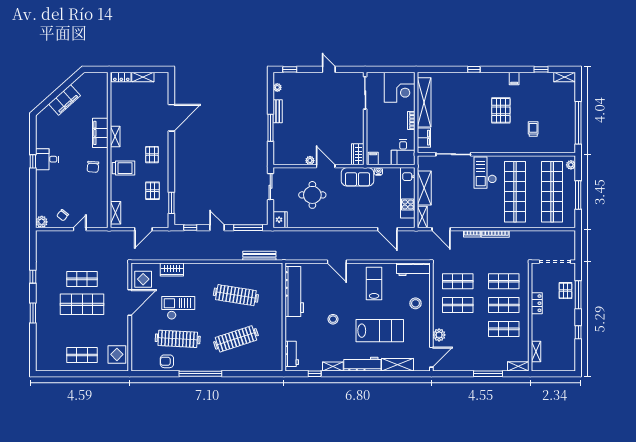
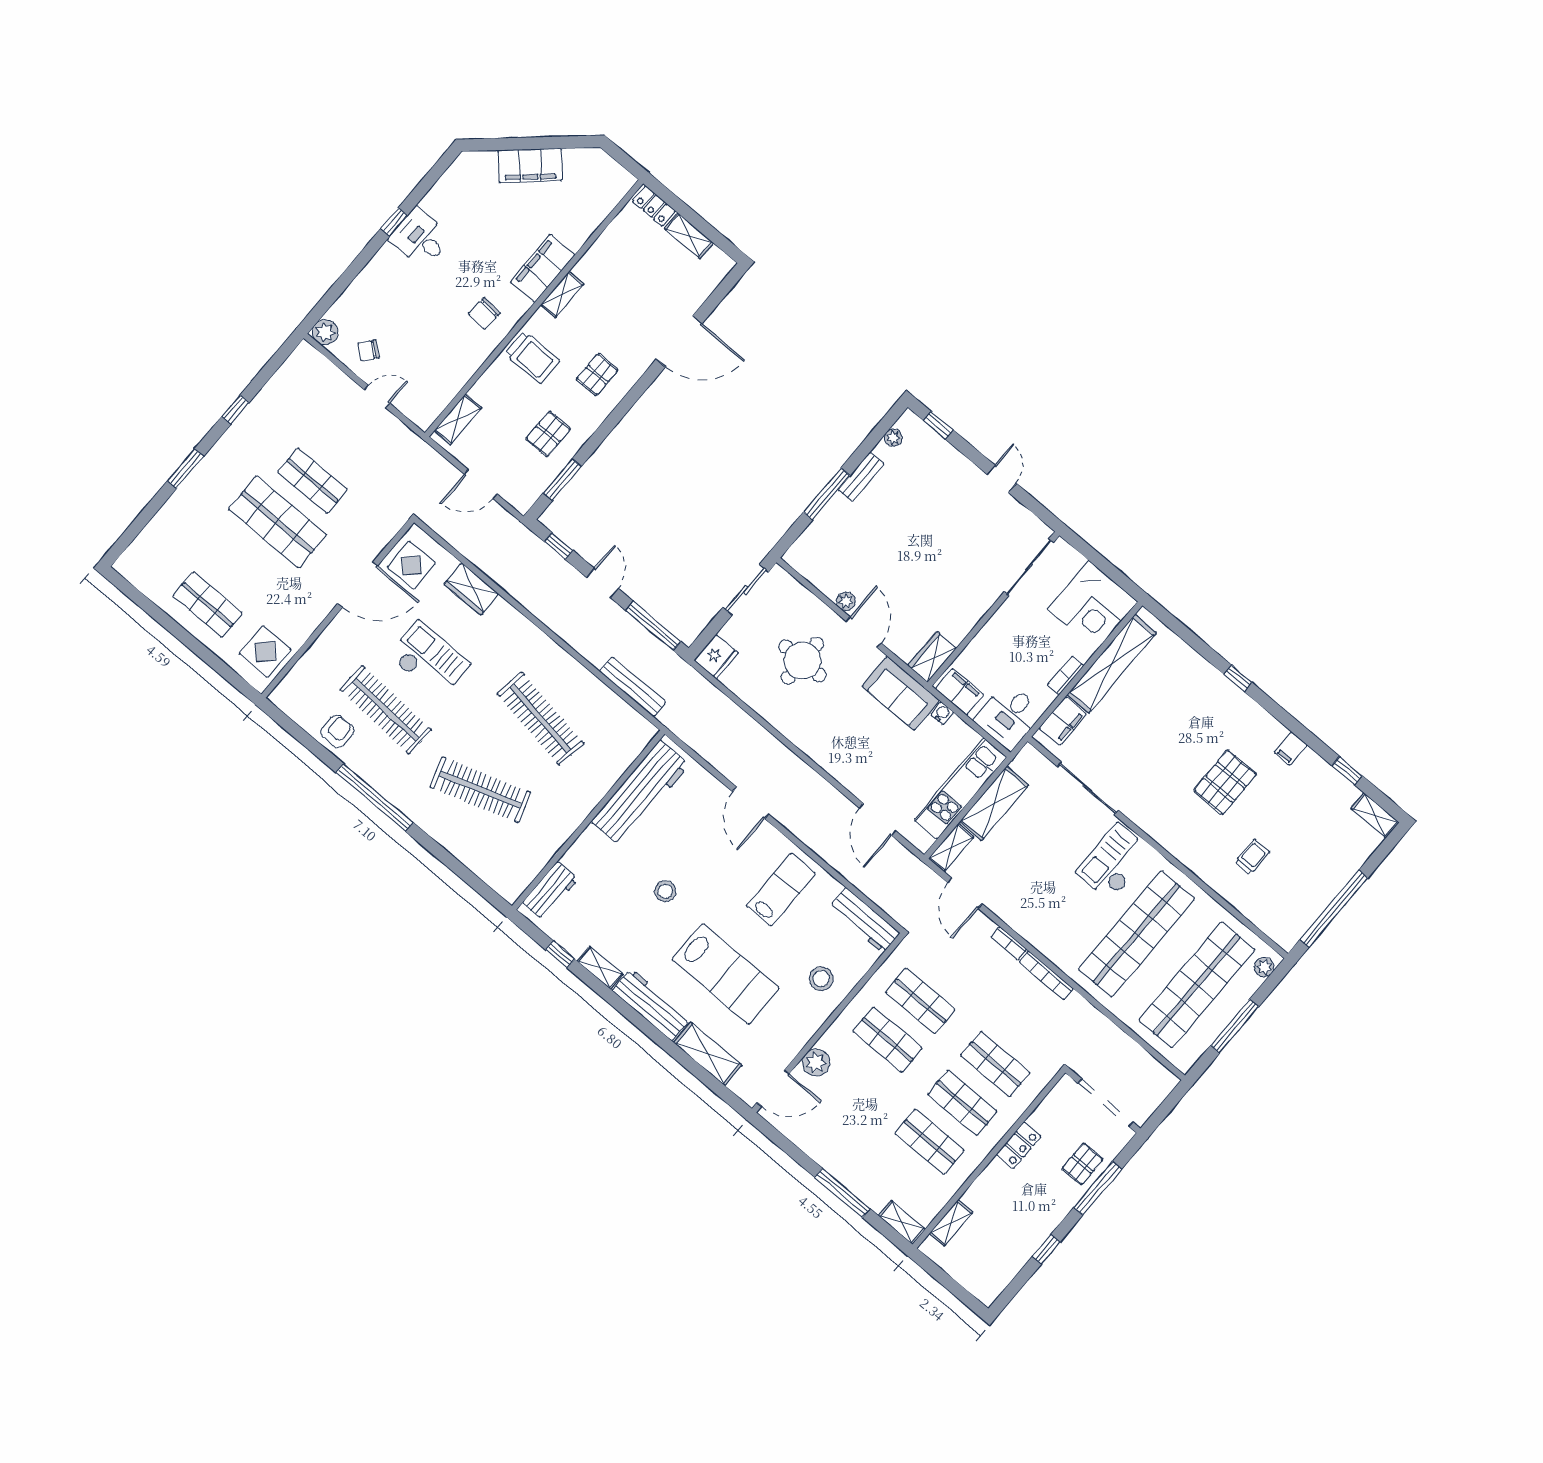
filing cabinet: (373, 158) -> (960, 692), width x2.00
armchair: (167, 361) -> (337, 731), turned 90

